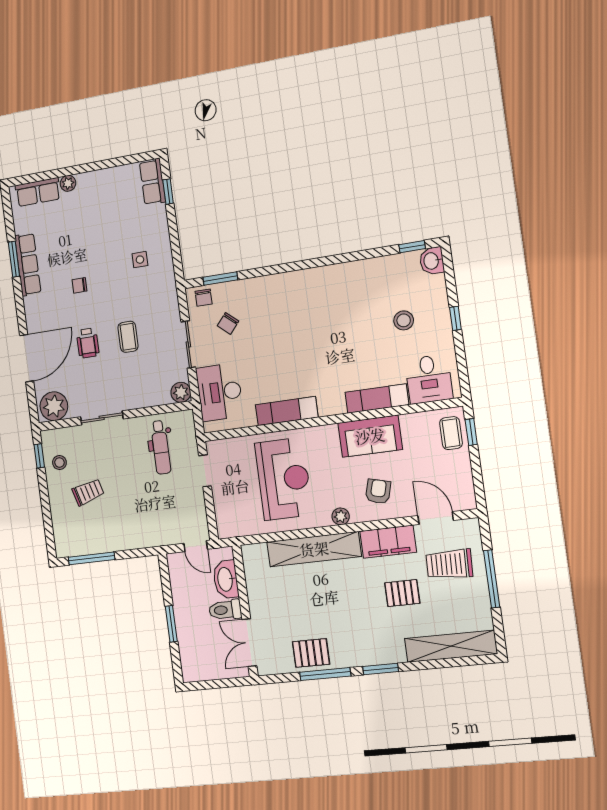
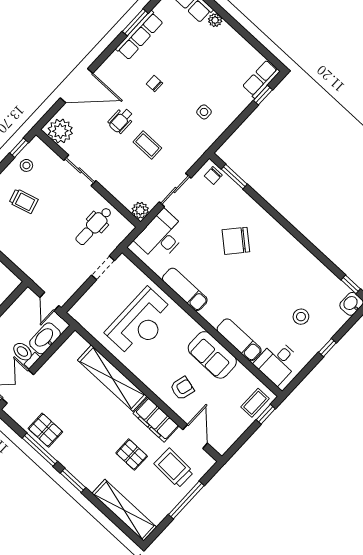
chair: (228, 323) -> (236, 241), moved, width x1.87, depth x1.87
coffee table: (128, 337) -> (147, 145), turned 90
plant: (341, 516) -> (147, 378), removed

